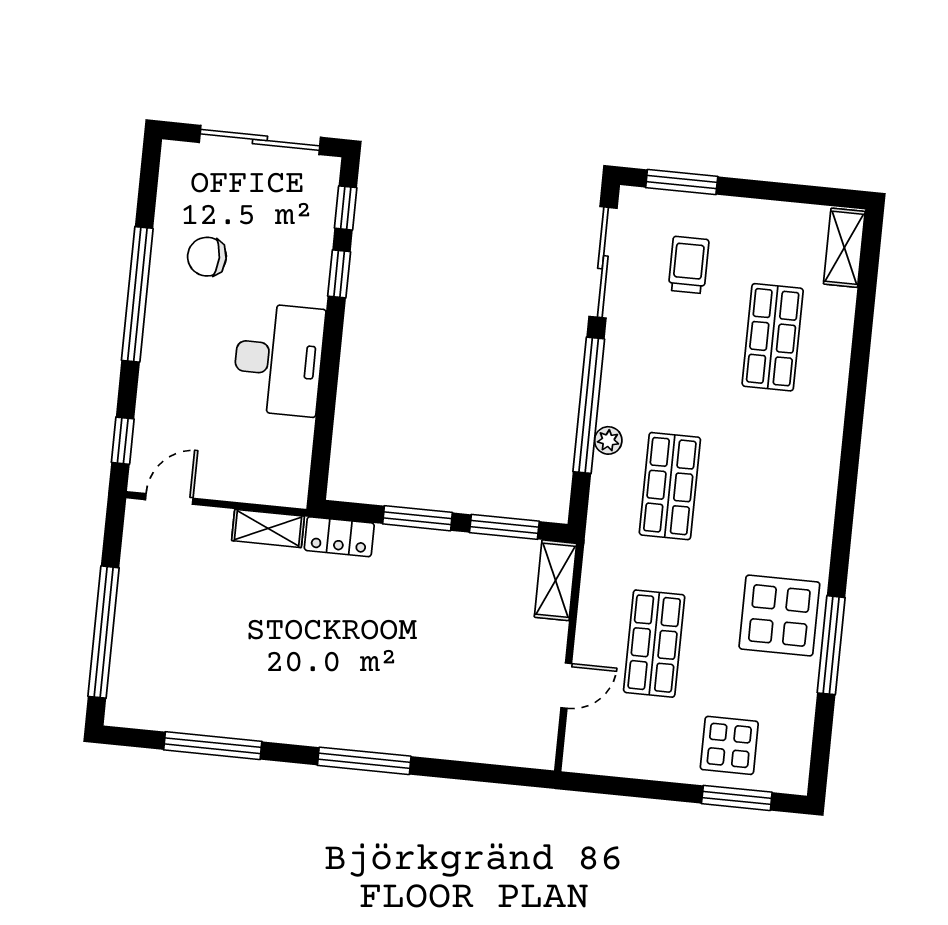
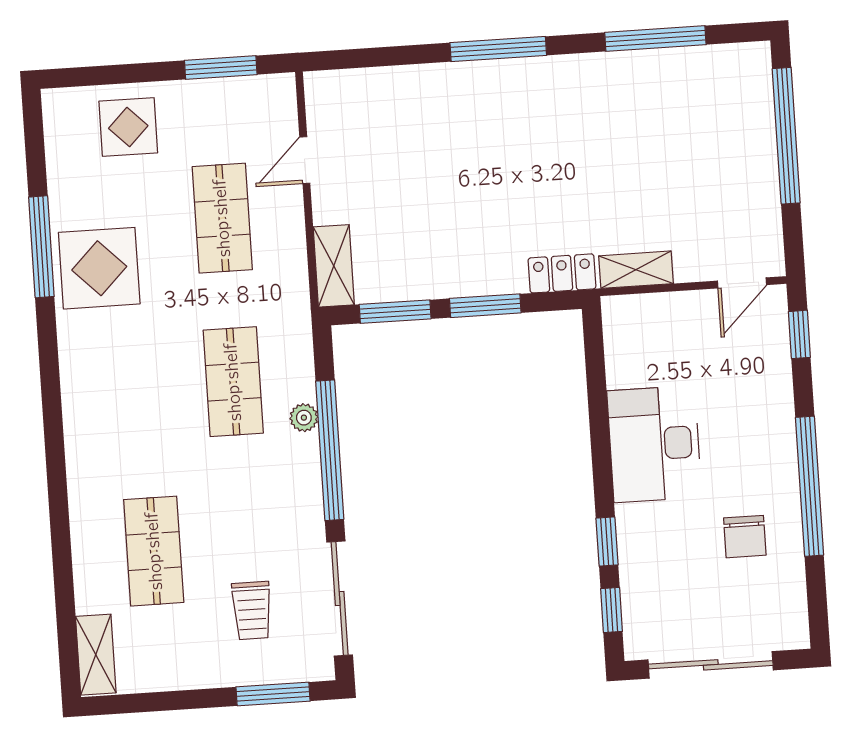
chair: (207, 257) -> (745, 537), turned 90
window: (737, 798) -> (221, 67), moved

